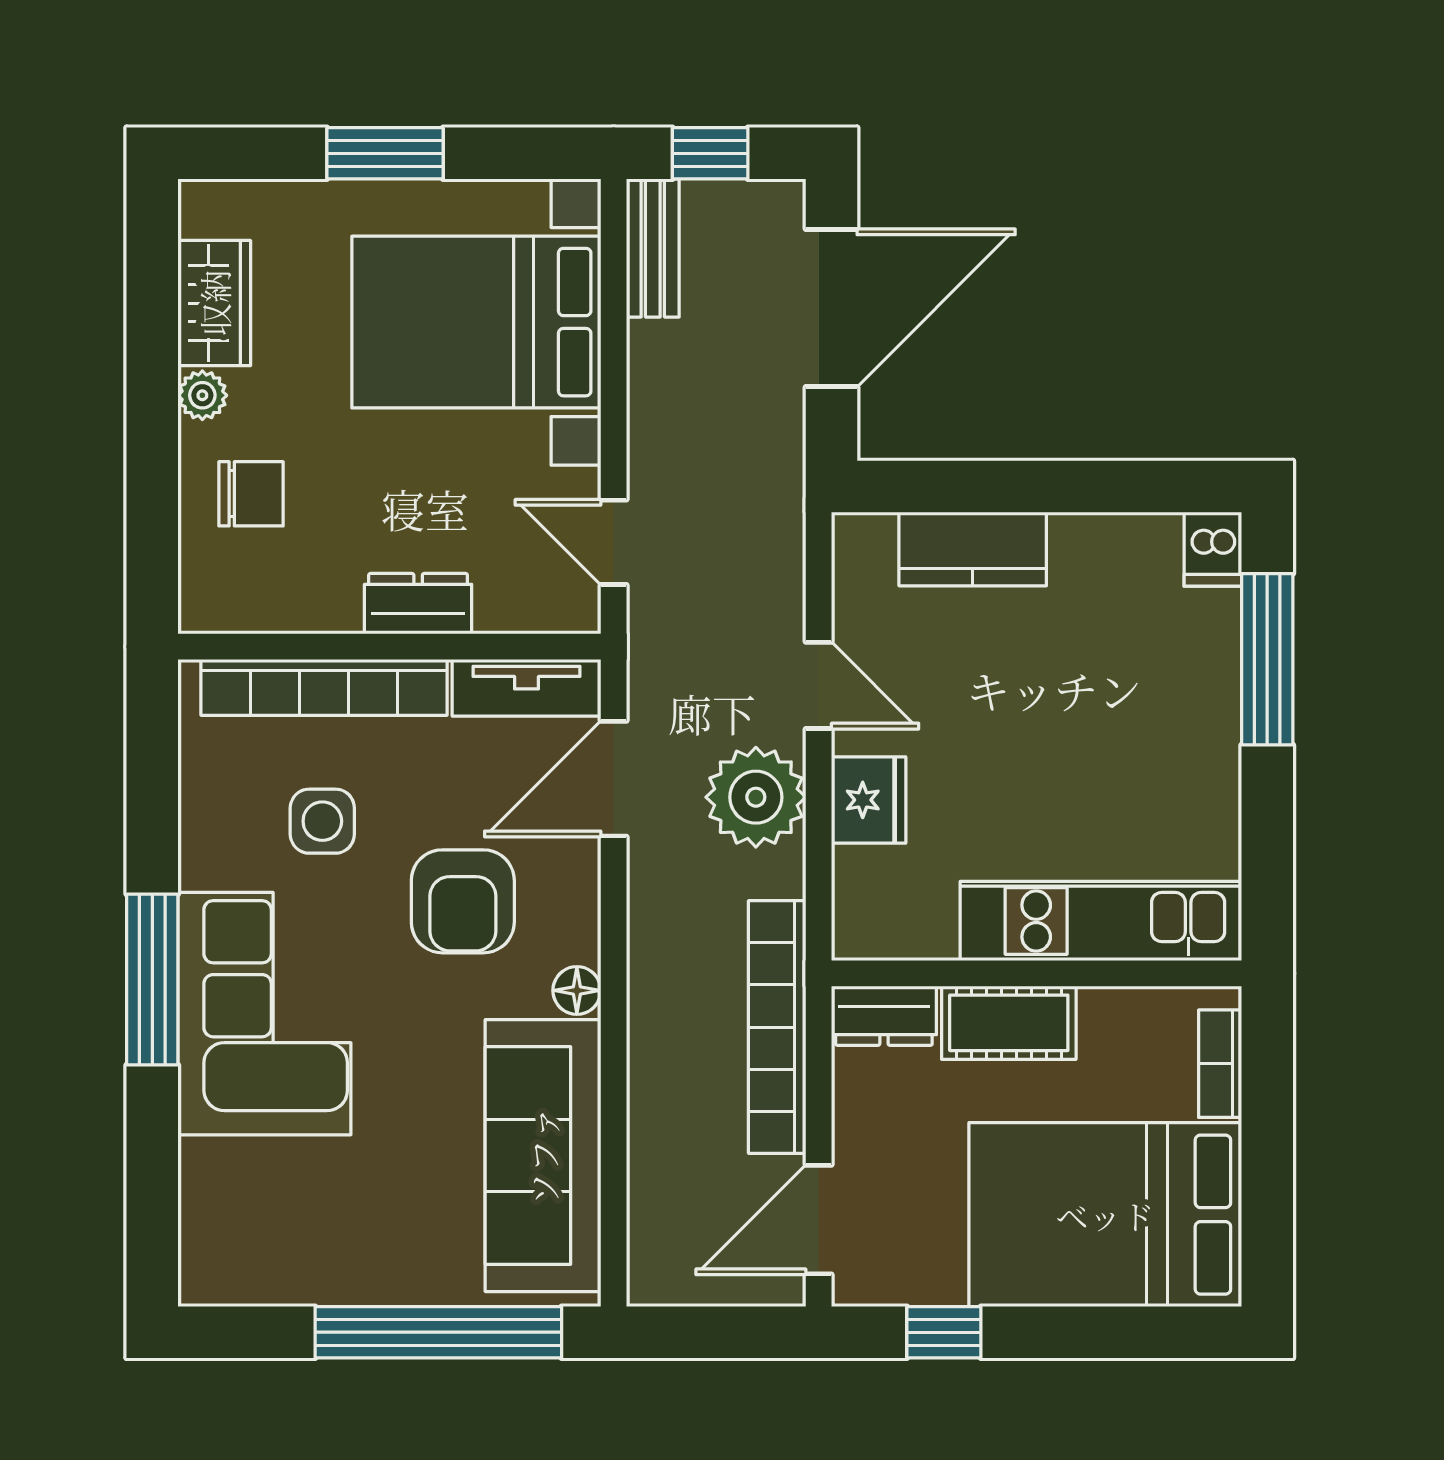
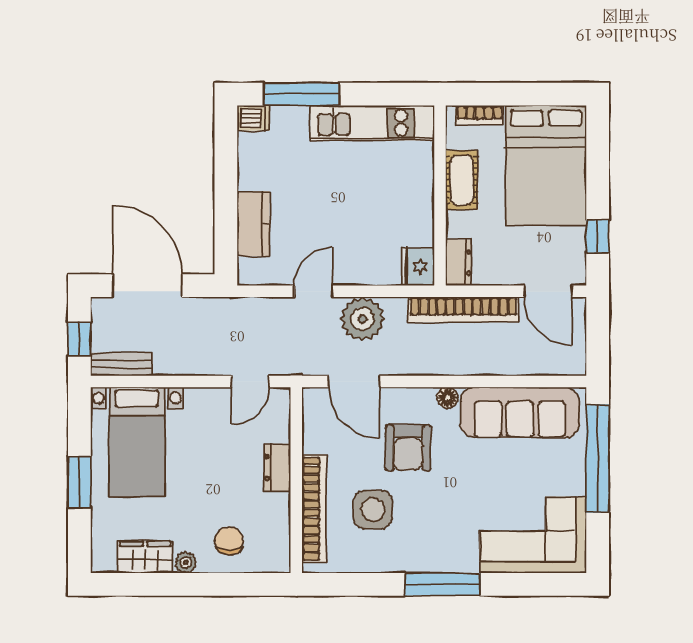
bed with nightstands: (476, 322) -> (137, 442), width x0.73
tv unit: (527, 688) -> (314, 420), removed
fridge: (869, 800) -> (418, 267), moved, turned -90
side table: (322, 821) -> (373, 510), width x1.37, depth x1.37
armchair: (463, 901) -> (408, 448), turned 90
kitchen unit: (1101, 921) -> (372, 123), moved, turned -90
corner sofa: (264, 1014) -> (533, 535), moved
cot: (1009, 1023) -> (462, 180), moved

